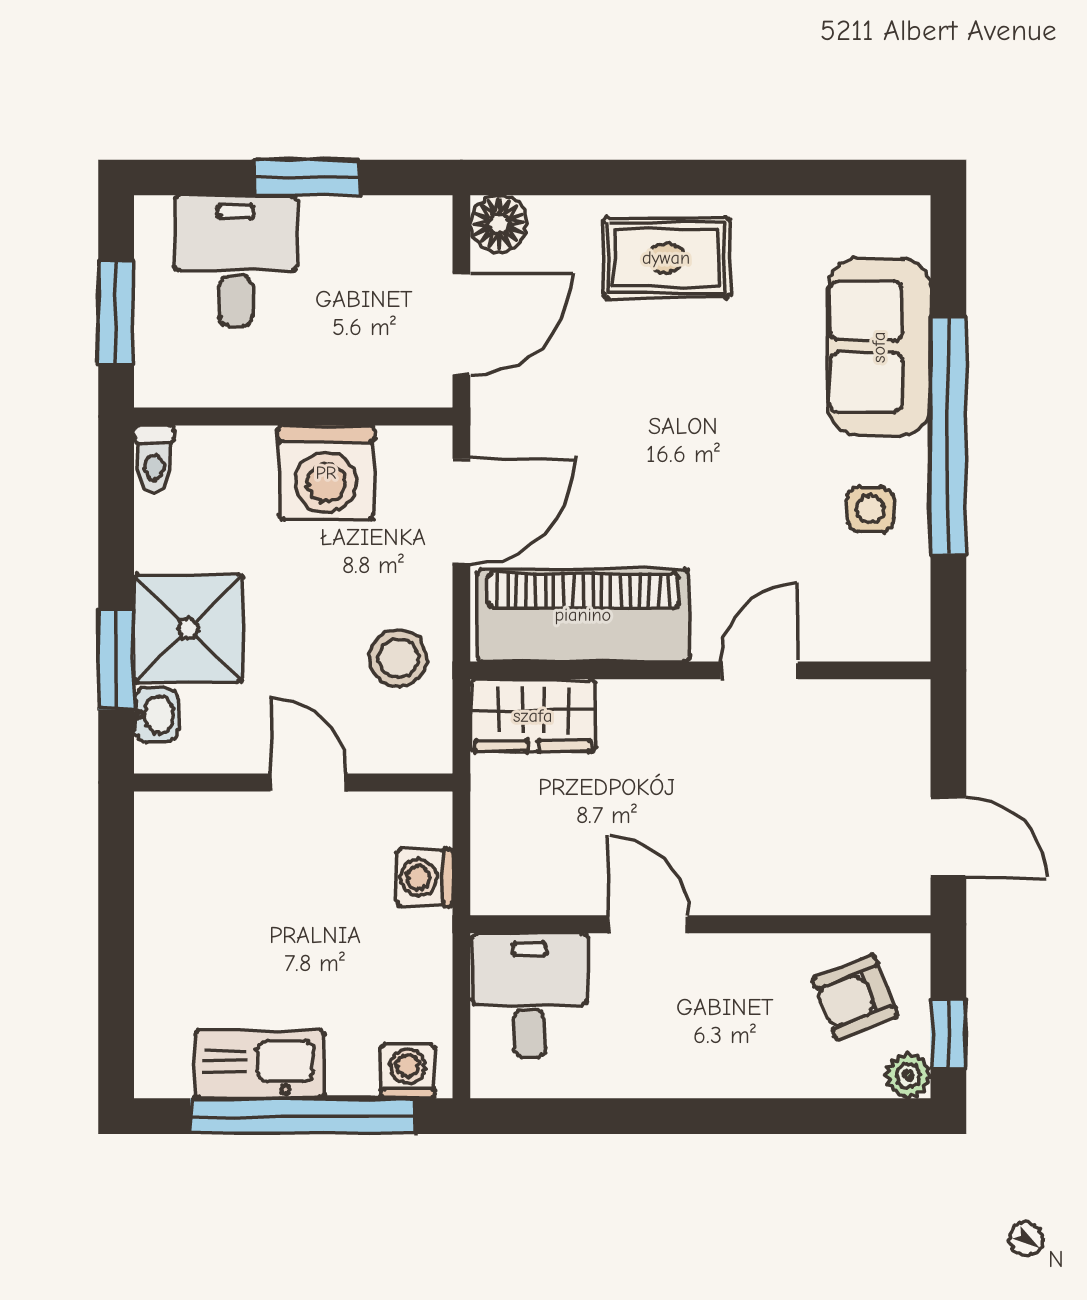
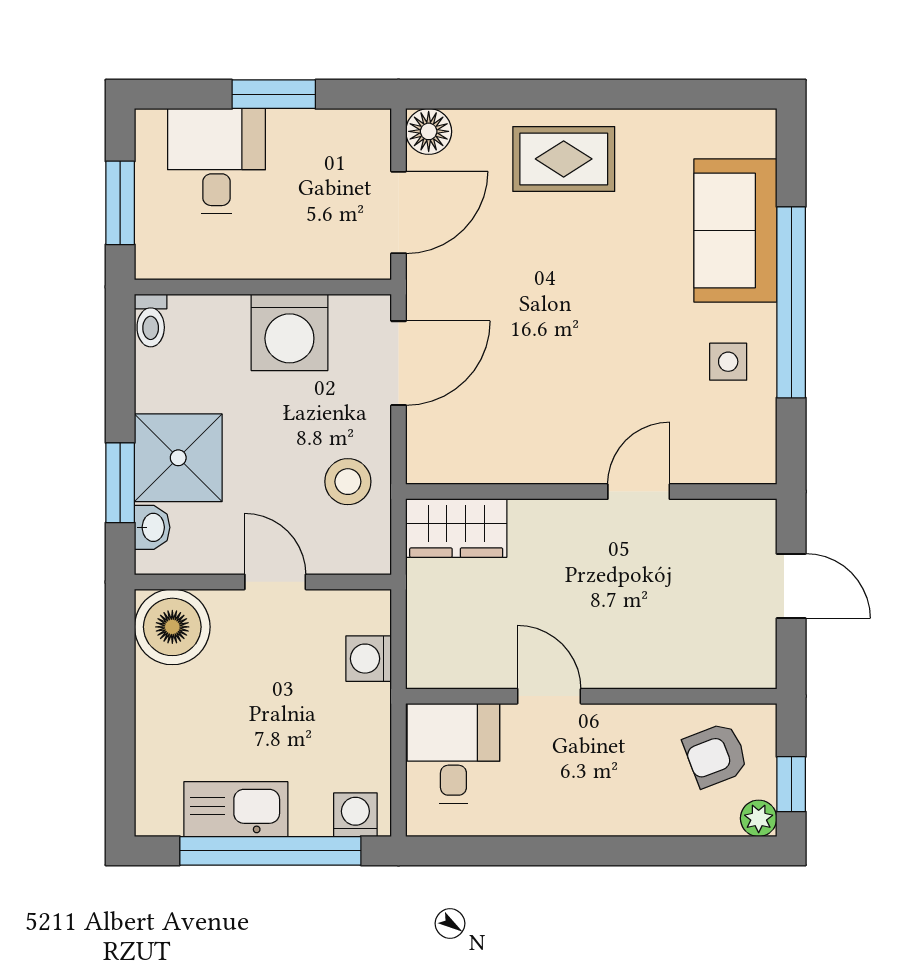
piano: (583, 615) -> (497, 447), removed
door: (948, 837) -> (791, 586), moved
boiler: (181, 838) -> (172, 627), added

